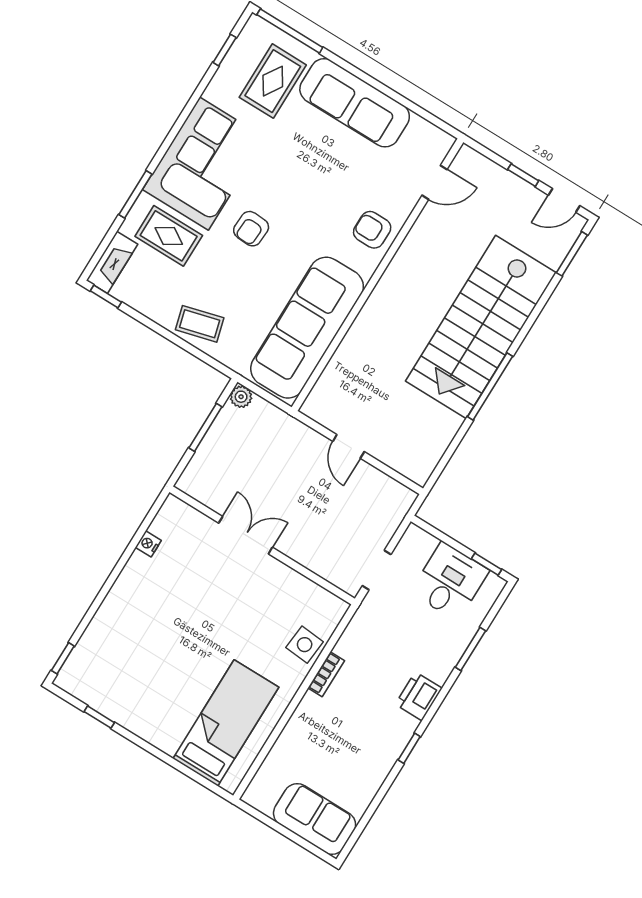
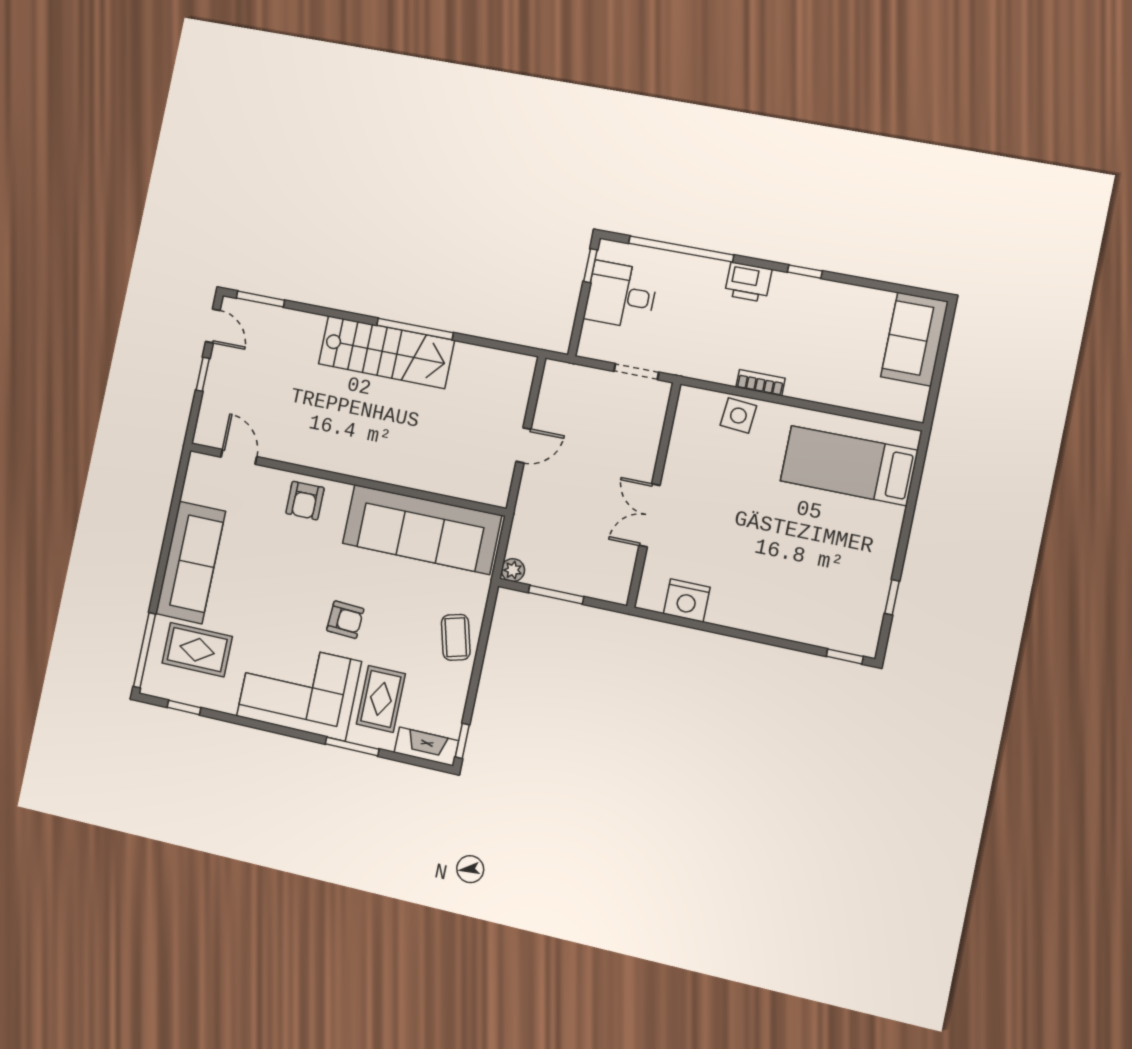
stairs: (481, 327) -> (386, 352), width x0.73, depth x0.66
nightstand: (148, 544) -> (687, 601), width x1.89, depth x1.79
window: (470, 649) -> (681, 249), width x2.11

